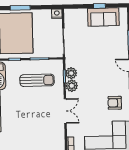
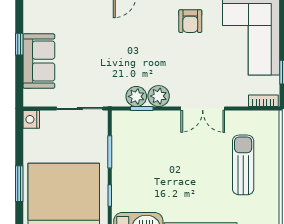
sofa: (103, 17) -> (39, 61), moved
sun lounger: (37, 80) -> (243, 165), moved
double door: (65, 111) -> (203, 109), swing flipped

